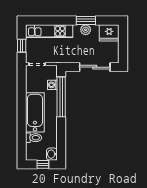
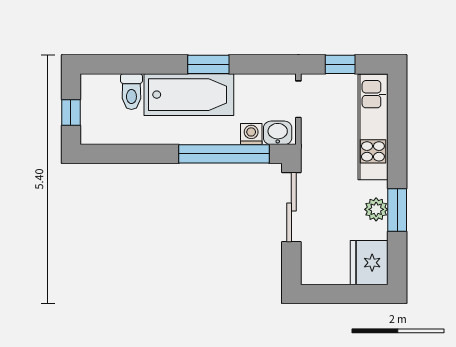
sliding door: (95, 67) -> (291, 207), moved
window: (22, 104) -> (208, 64), added
washbasin: (52, 154) -> (278, 133), moved

